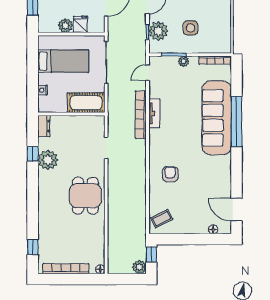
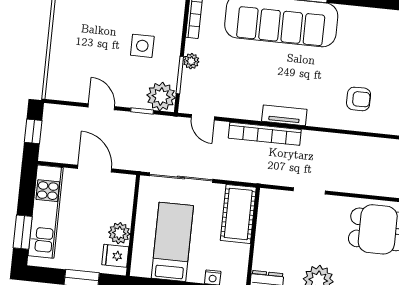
fridge: (81, 24) -> (115, 256), moved
plant: (158, 31) -> (161, 96), moved
tv unit: (154, 113) -> (284, 115), moved
armchair: (170, 174) -> (359, 99), turned 180

